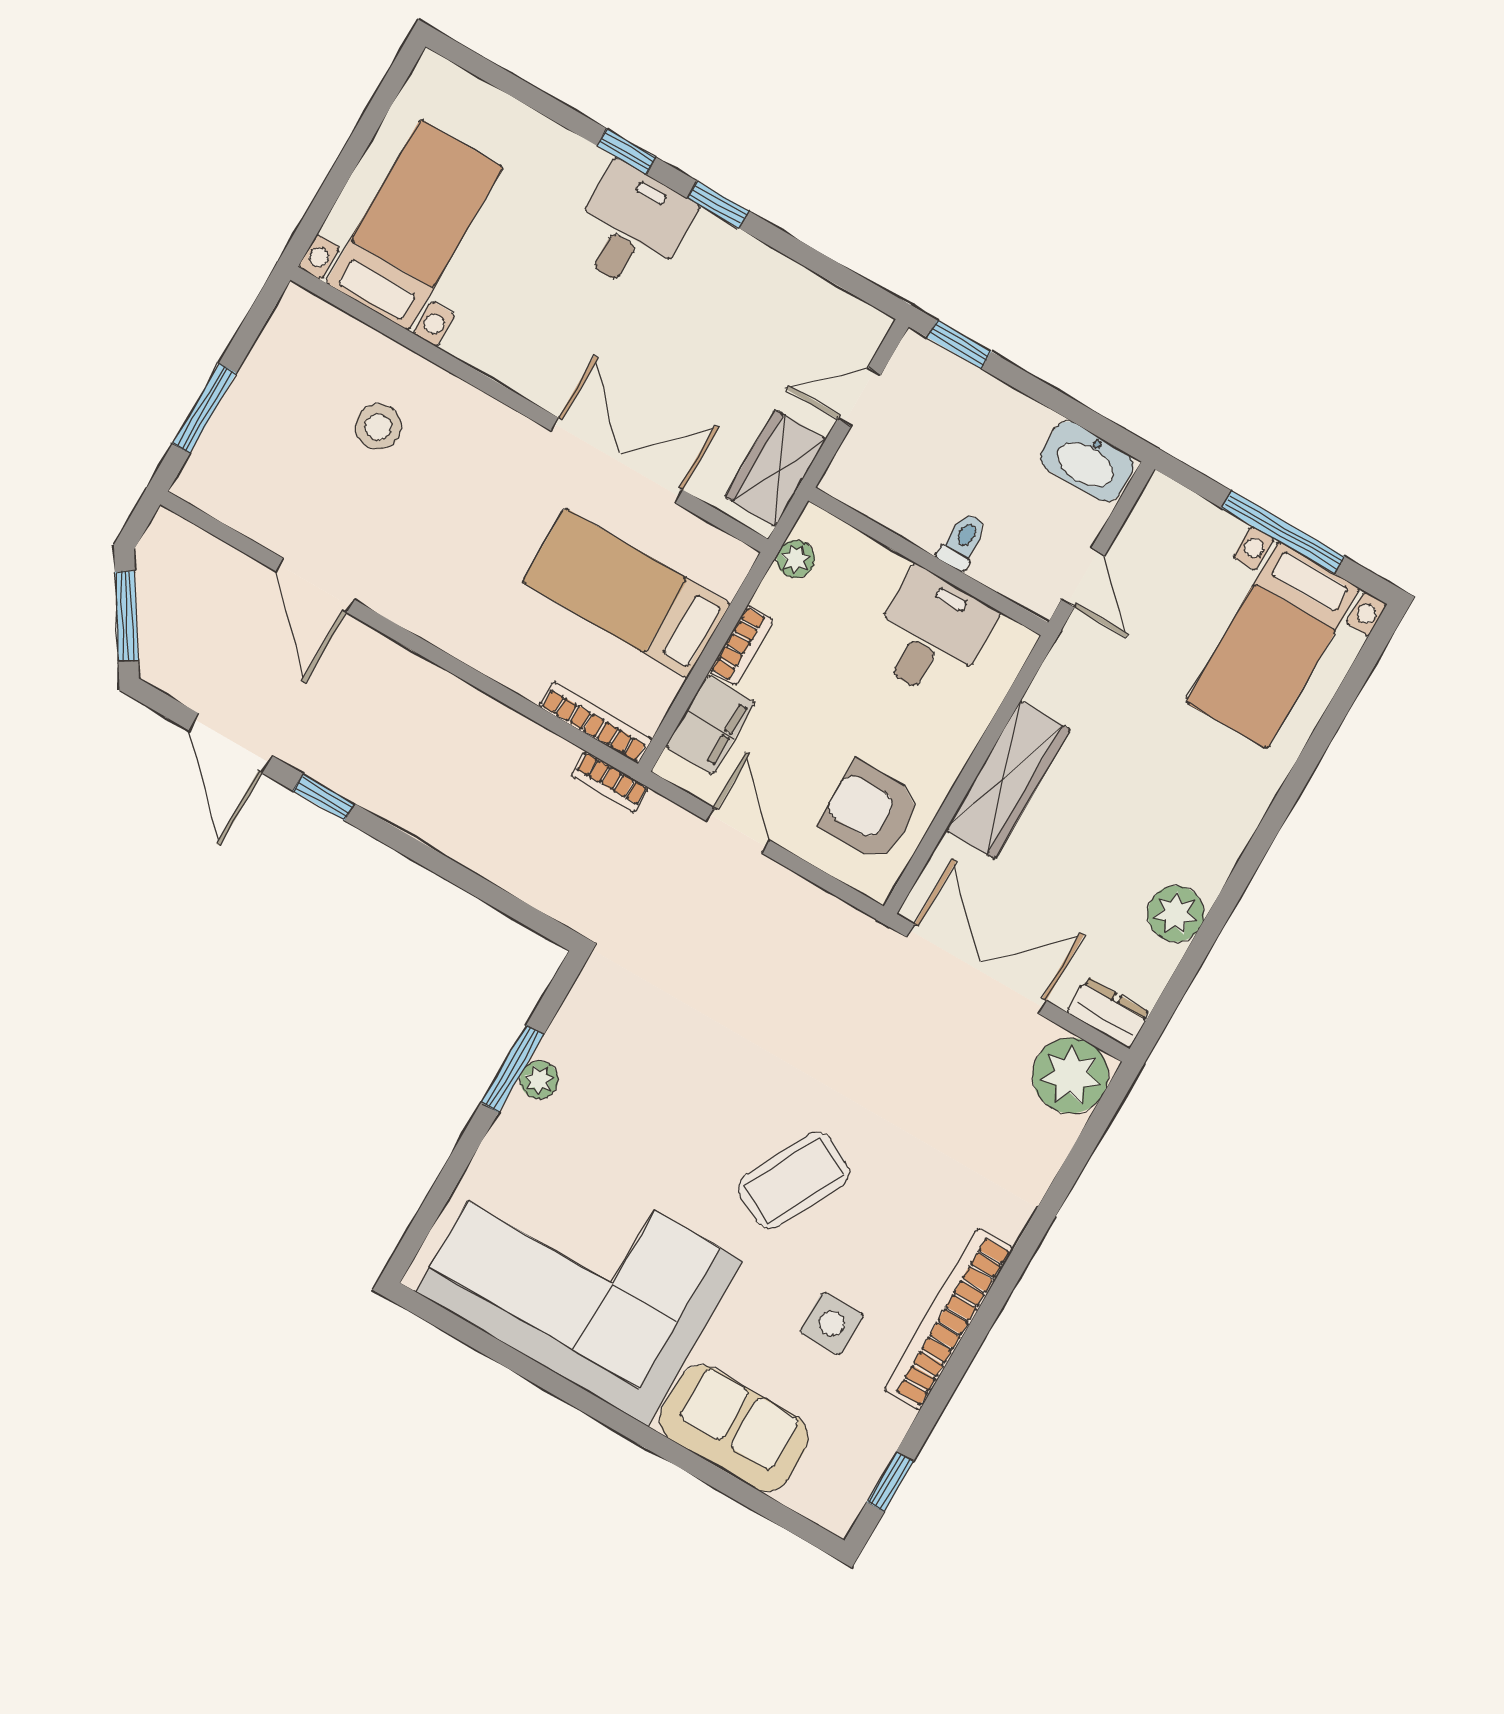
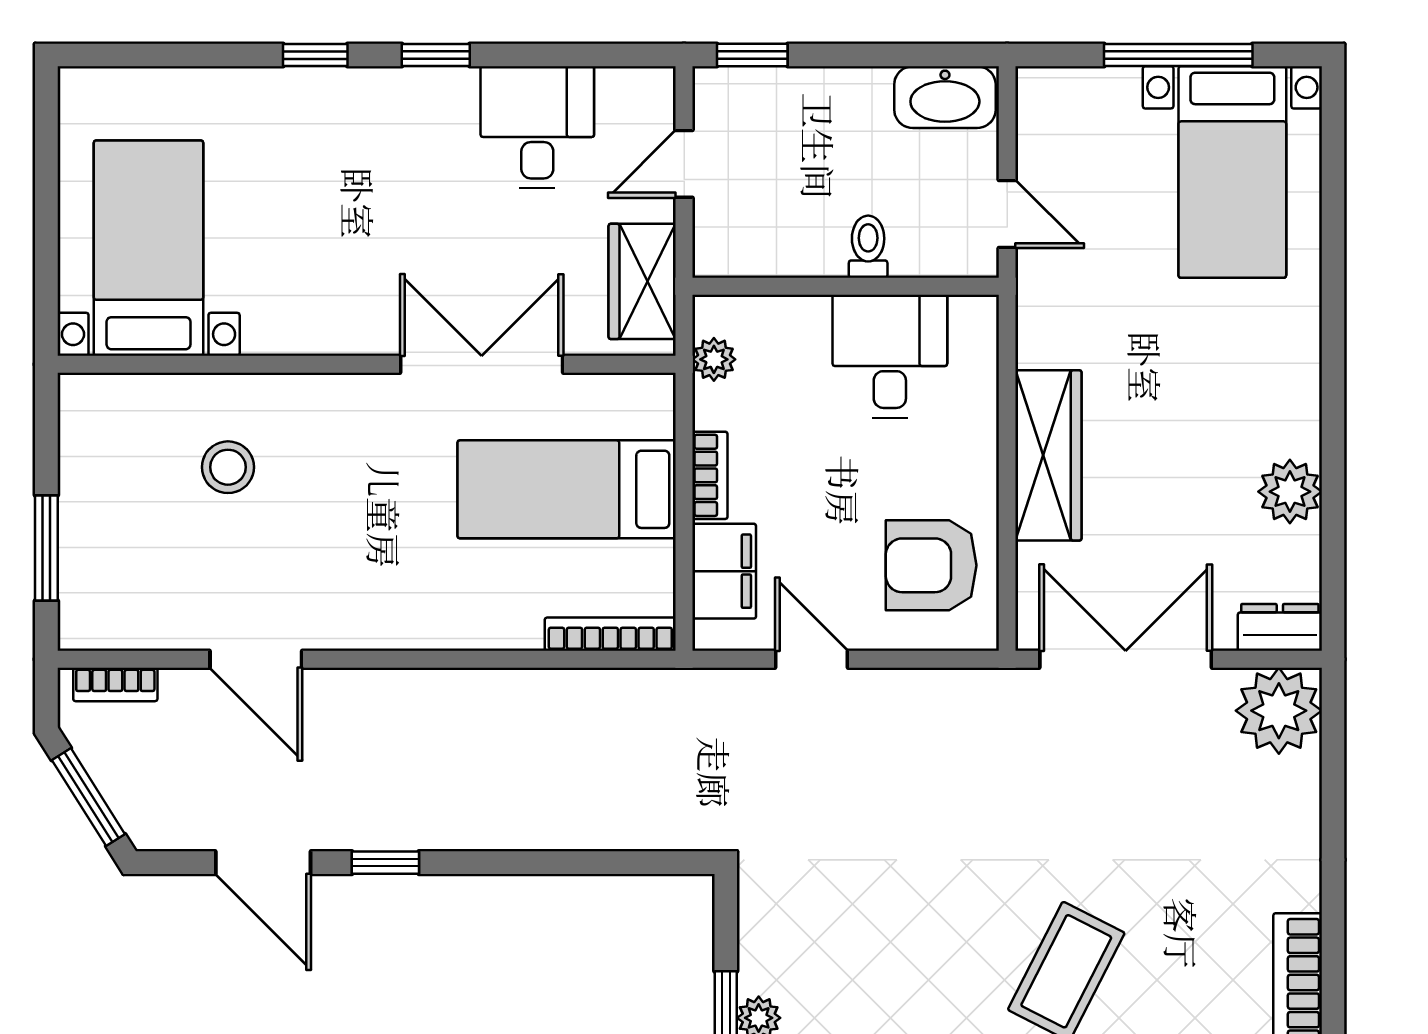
desk: (631, 228) -> (537, 127), moved
bookcase: (610, 782) -> (115, 684), moved

